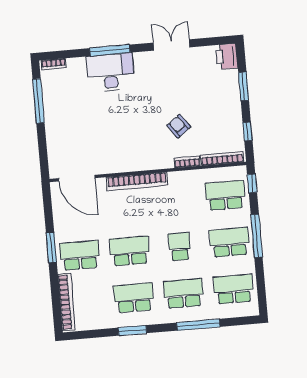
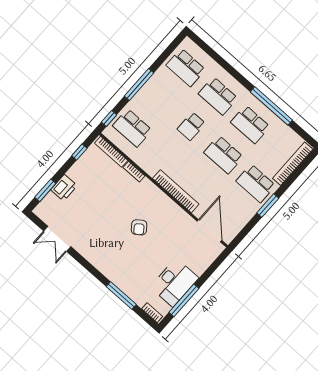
double door: (172, 45) -> (57, 239), moved
window: (110, 50) -> (121, 296), moved
printer: (227, 56) -> (64, 188), moved
desk: (111, 73) -> (174, 282), moved, turned -90
window: (244, 86) -> (45, 190), moved
armchair: (179, 126) -> (139, 227), moved
school desk: (229, 242) -> (159, 98), removed
window: (198, 325) -> (229, 68), removed
window: (132, 330) -> (271, 106), width x2.11

